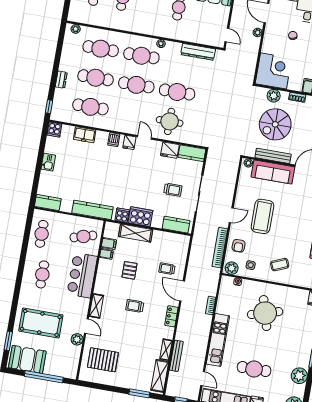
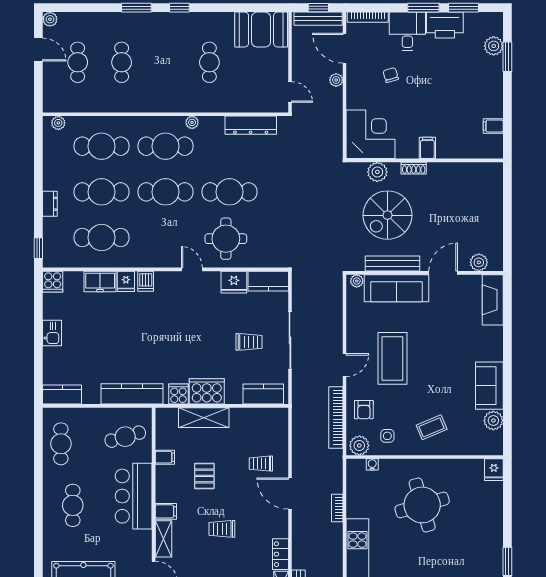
fridge: (129, 142) -> (126, 281), moved
filing cabinet: (109, 244) -> (166, 511), moved
locker: (171, 316) -> (280, 554), moved

